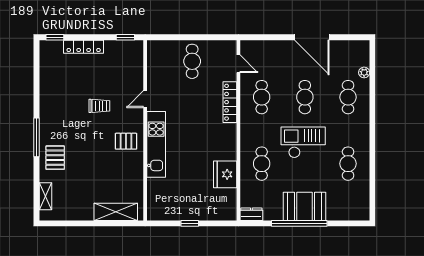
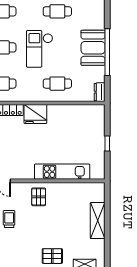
kitchen unit: (156, 144) -> (62, 172), moved
fridge: (225, 174) -> (35, 114), moved
shelving: (116, 212) -> (98, 221), moved

